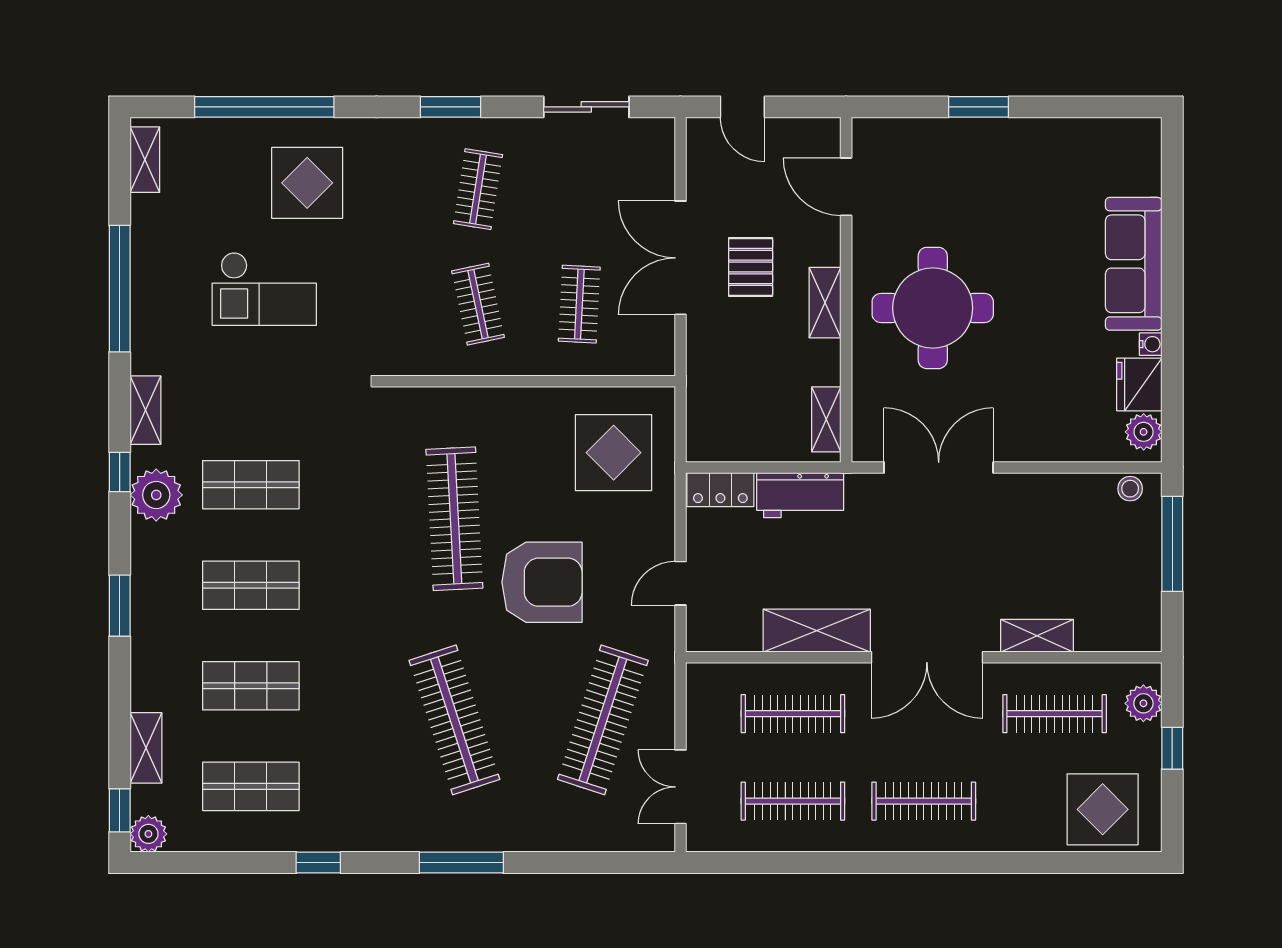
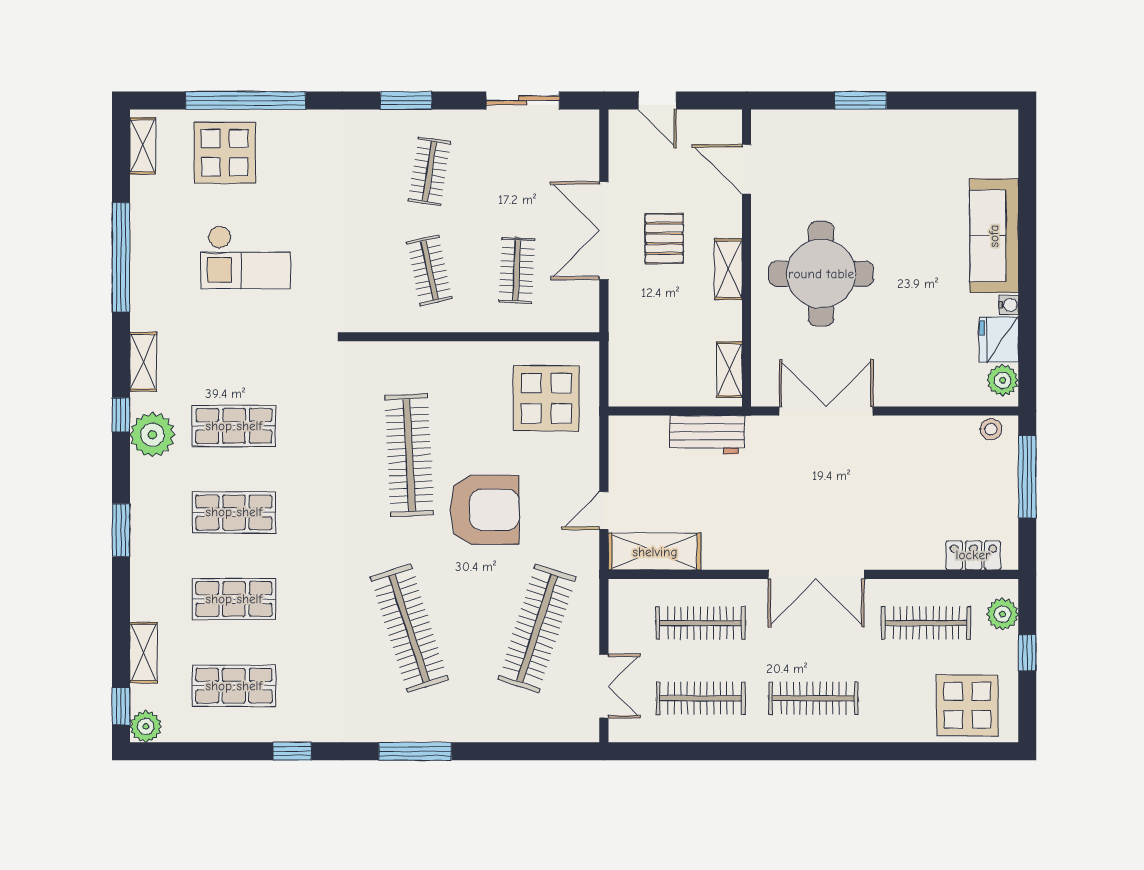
display table: (307, 183) -> (225, 153), moved
locker: (720, 490) -> (973, 555), moved, turned 180
shelving: (817, 631) -> (655, 552), moved
shelving: (1037, 636) -> (911, 556), removed
double door: (680, 787) -> (604, 686), swing flipped

